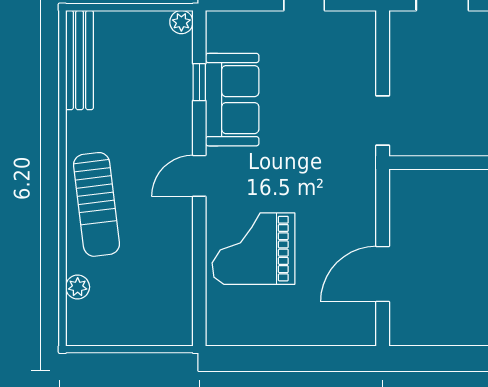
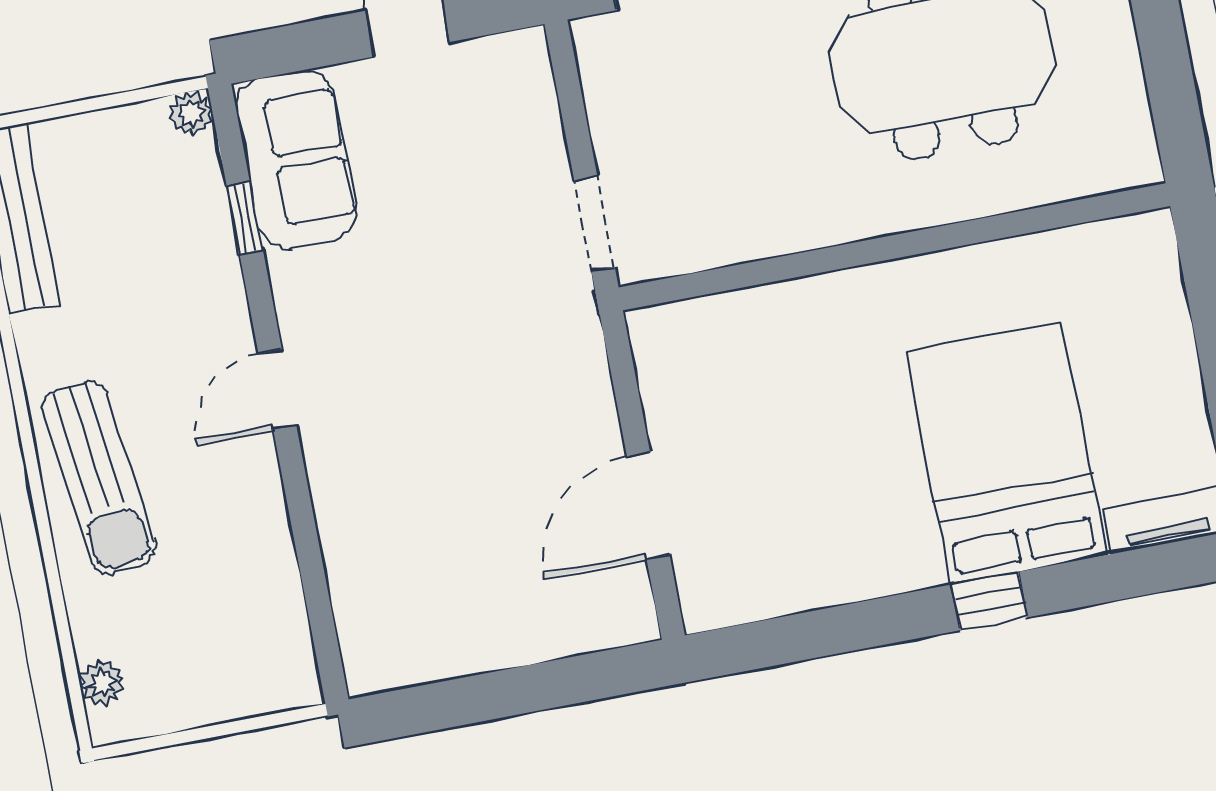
sofa: (232, 100) -> (296, 159), moved
grand piano: (254, 249) -> (402, 504), removed
plant: (78, 287) -> (102, 683), moved

